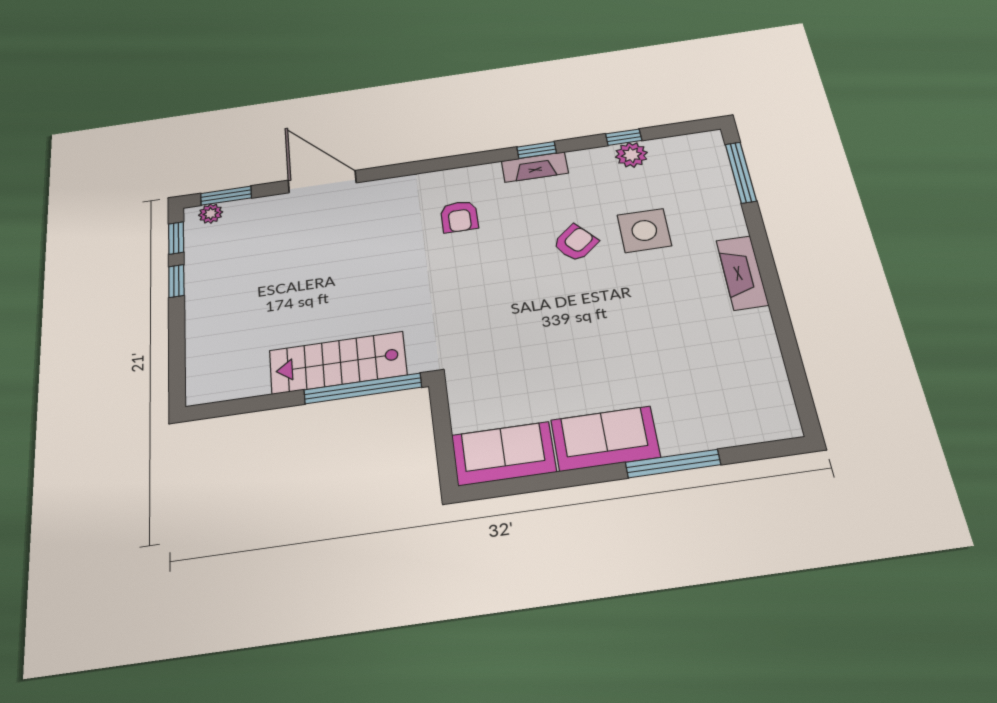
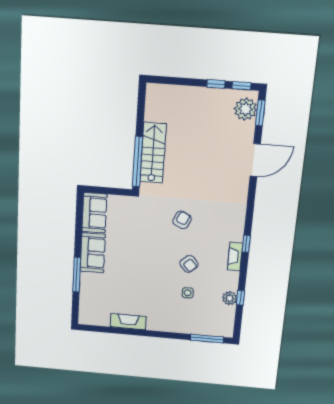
window: (537, 150) -> (246, 244), moved
plant: (211, 214) -> (246, 109), width x1.88, depth x1.88
armchair: (459, 217) -> (182, 220), moved, turned 115
side table: (644, 230) -> (188, 293), width x0.54, depth x0.54
fireplace: (742, 273) -> (128, 322), moved

